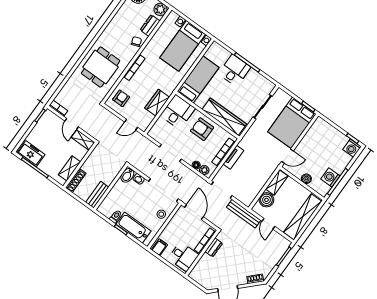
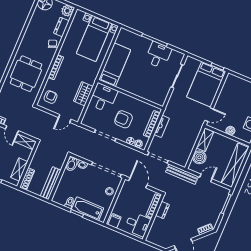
desk: (235, 70) -> (158, 55), moved
wardrobe: (224, 117) -> (145, 93), removed
armchair: (202, 129) -> (124, 119), moved
bench: (97, 195) -> (51, 183), width x1.36
door: (268, 224) -> (206, 178), swing flipped

